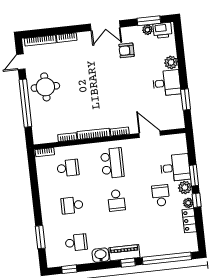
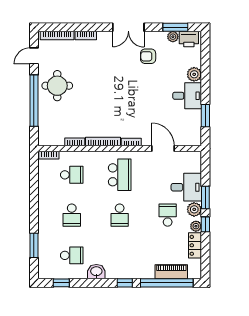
school desk: (72, 205) -> (72, 215), turned -90
piano: (124, 253) -> (171, 272), moved

